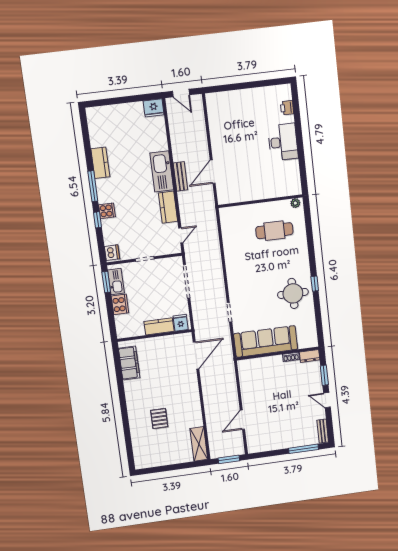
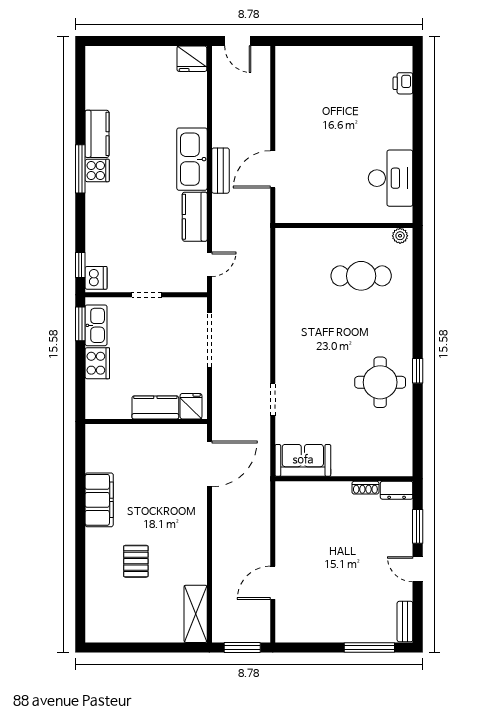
desk: (283, 142) -> (391, 178), moved
cooker: (107, 211) -> (97, 170), moved
window: (97, 220) -> (80, 265), moved
sofa: (266, 341) -> (303, 460), width x0.54, depth x0.79
filing cabinet: (129, 363) -> (99, 500), moved

